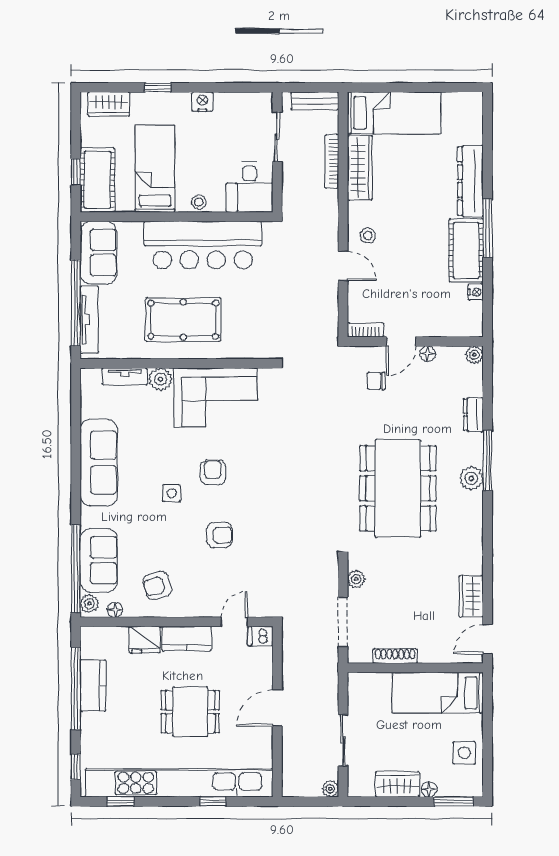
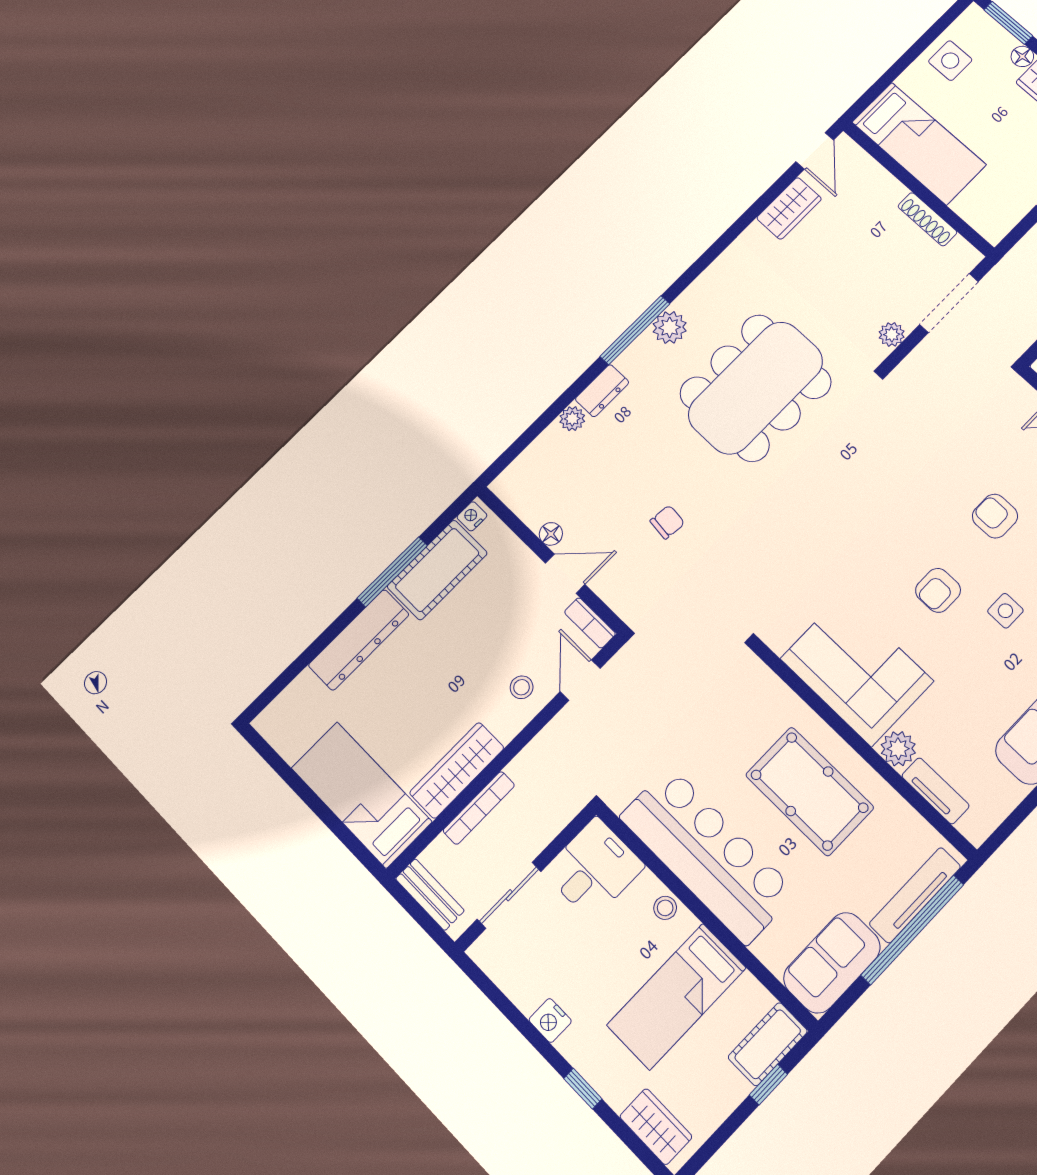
cot: (97, 180) -> (768, 1044), width x0.73, depth x0.75
bookcase: (365, 330) -> (590, 623), moved
door: (401, 342) -> (565, 574), moved
wall: (415, 342) -> (551, 559), moved
floor lamp: (428, 354) -> (551, 534), moved
plant: (474, 355) -> (572, 419), moved
chair: (376, 381) -> (667, 522), turned -84
door: (488, 639) -> (815, 151), hinge flipped

